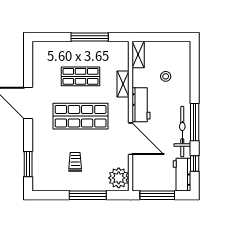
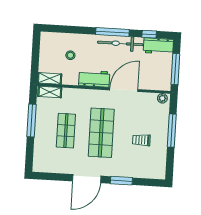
shelving: (123, 84) -> (50, 92), moved
window: (28, 164) -> (121, 181), moved
plant: (119, 178) -> (162, 98), width x0.53, depth x0.53

